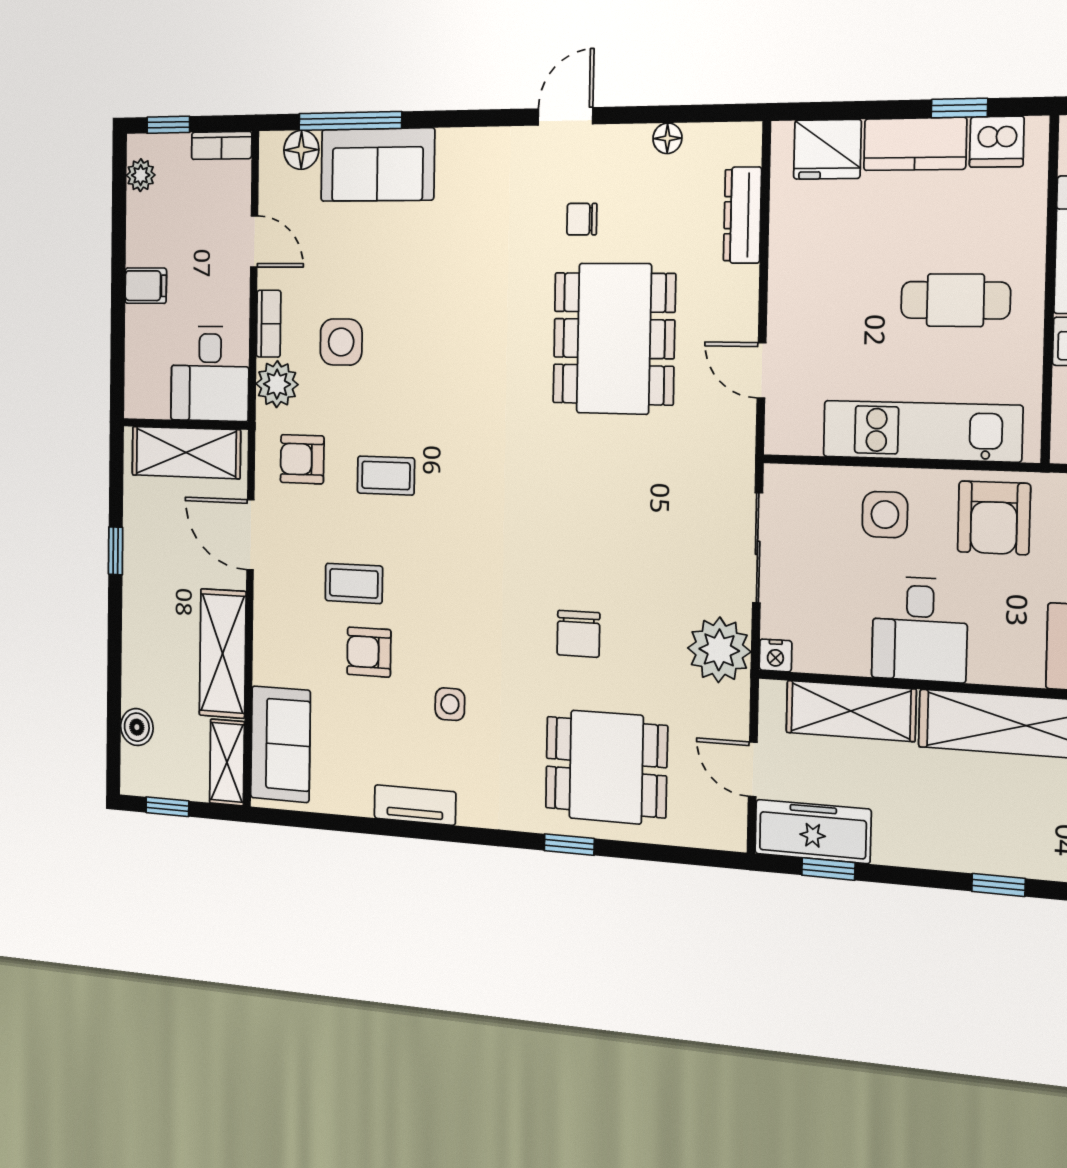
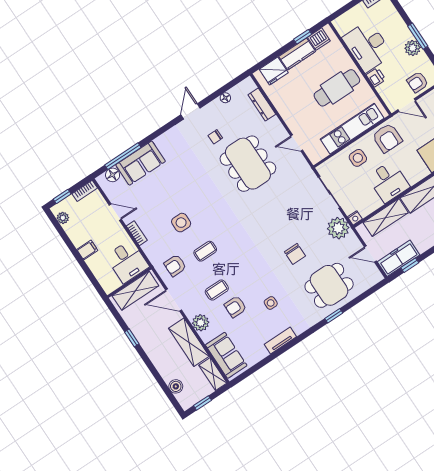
cafe table: (955, 300) -> (337, 88), width x1.37, depth x1.35
side table: (341, 342) -> (181, 223), moved
plant: (277, 384) -> (201, 323), moved

